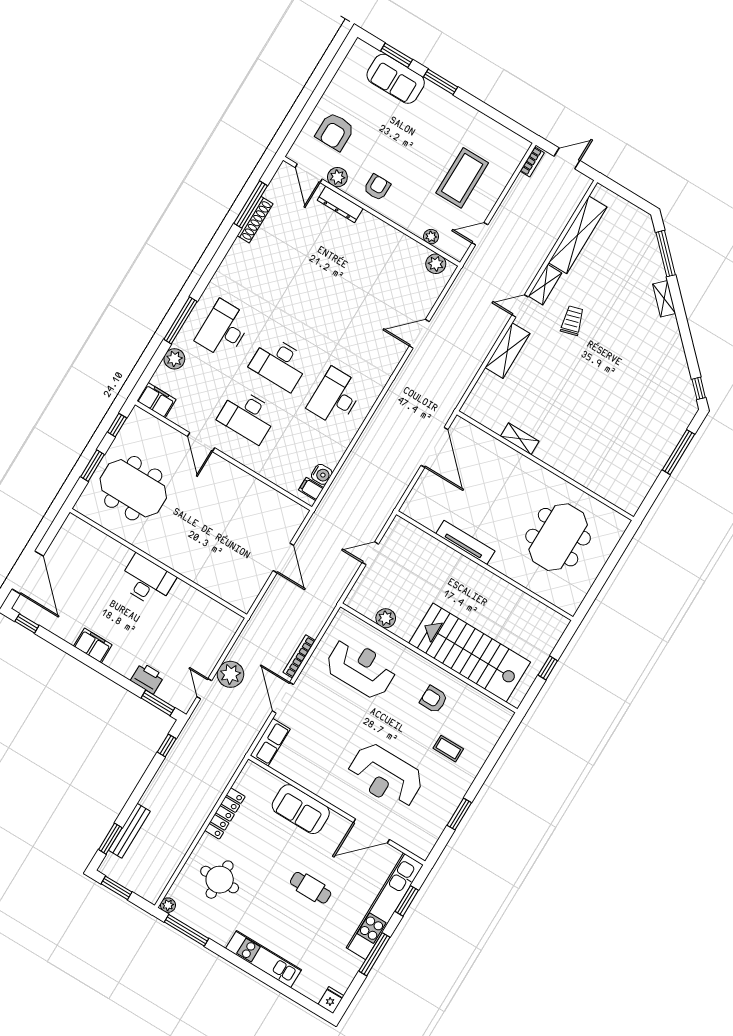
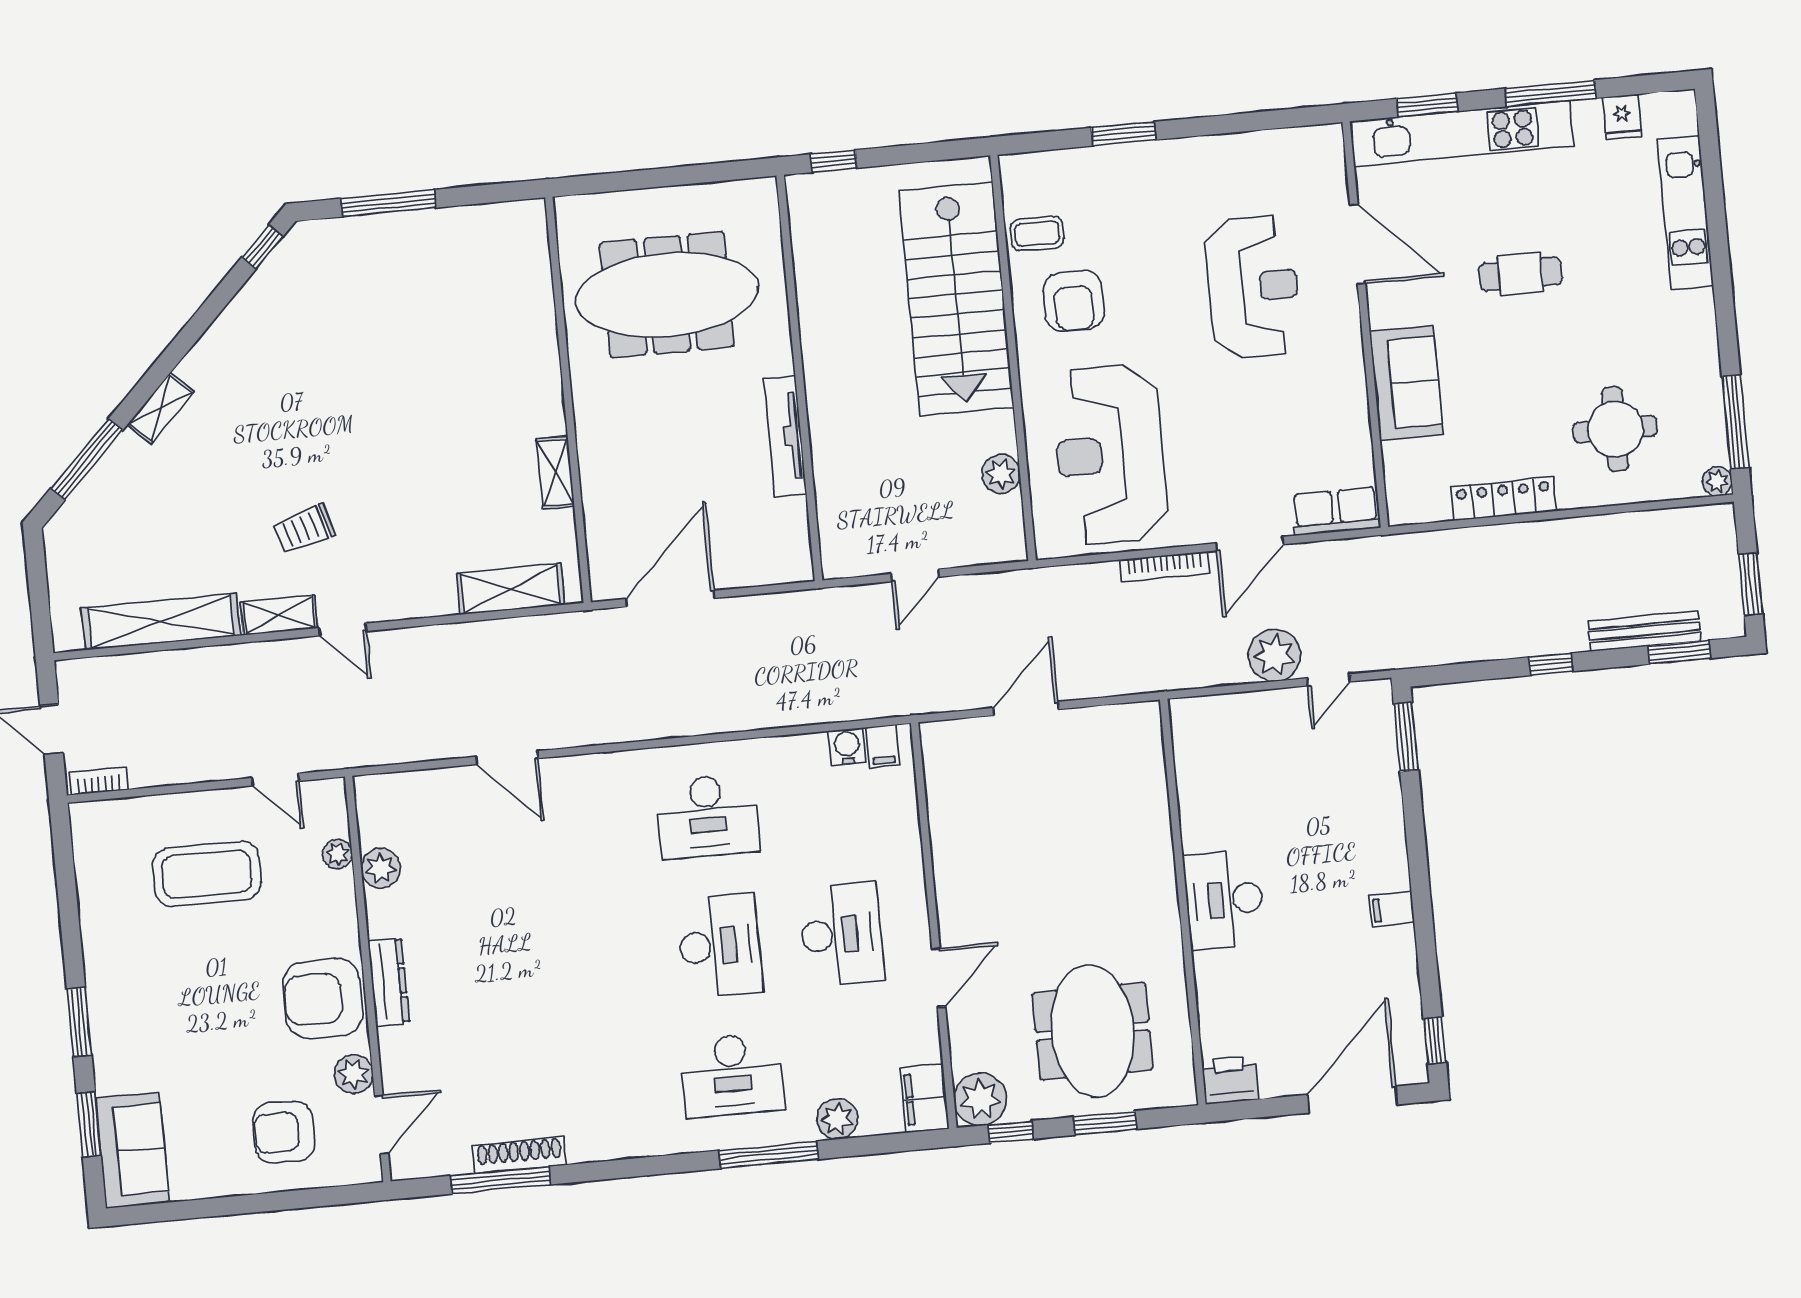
sofa: (396, 79) -> (132, 1150), moved
armchair: (335, 132) -> (284, 1132), turned 180
armchair: (377, 187) -> (323, 999), width x1.88, depth x1.88
dresser: (340, 204) -> (389, 982), moved
plant: (436, 264) -> (381, 868), moved
shelving: (508, 351) -> (511, 589), moved
plant: (139, 422) -> (980, 1099), added
meeting table: (558, 537) -> (667, 295), width x1.36
door: (370, 553) -> (915, 575), hinge flipped
filing cabinet: (93, 646) -> (1392, 909), width x0.50
reception desk: (361, 668) -> (1110, 454), width x1.36, depth x1.30
window: (548, 668) -> (834, 161), moved
printer: (147, 678) -> (1230, 1080), moved, turned 90
armchair: (434, 699) -> (1074, 301), width x1.38, depth x1.38
window: (167, 745) -> (1551, 664), moved
coffee table: (448, 749) -> (1037, 234), moved, turned 90
window: (459, 814) -> (1124, 134), moved
cafe table: (311, 888) -> (1520, 274), turned 90
kitchen unit: (263, 959) -> (1685, 213), moved
fridge: (331, 1000) -> (1622, 117), moved, turned -90

